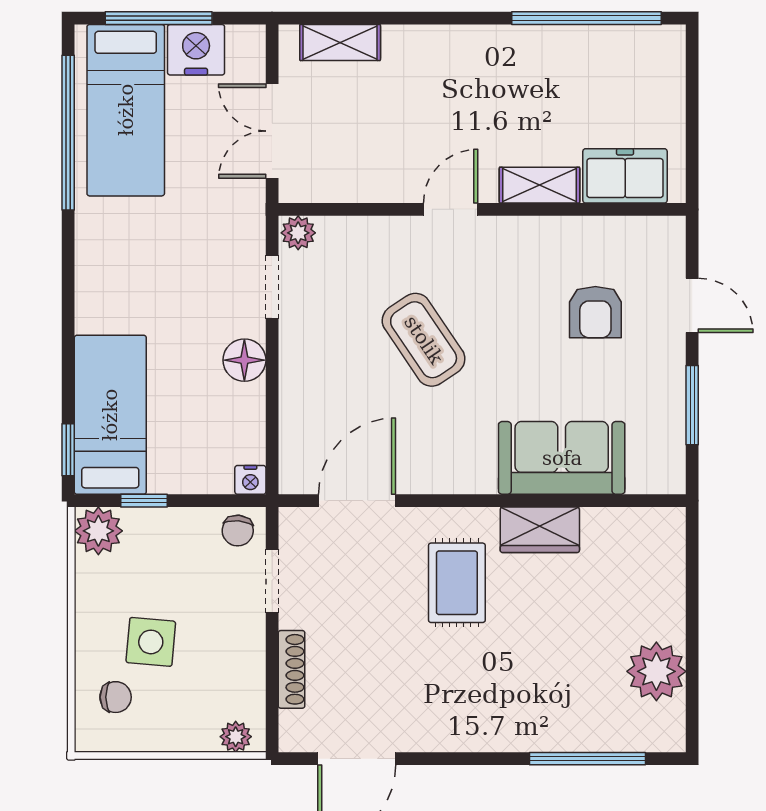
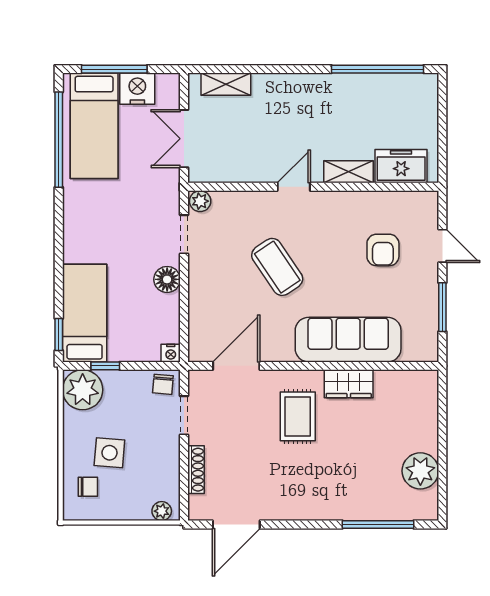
sofa: (562, 458) -> (348, 340), width x1.36
plant: (98, 531) -> (83, 390), width x1.36, depth x1.36

